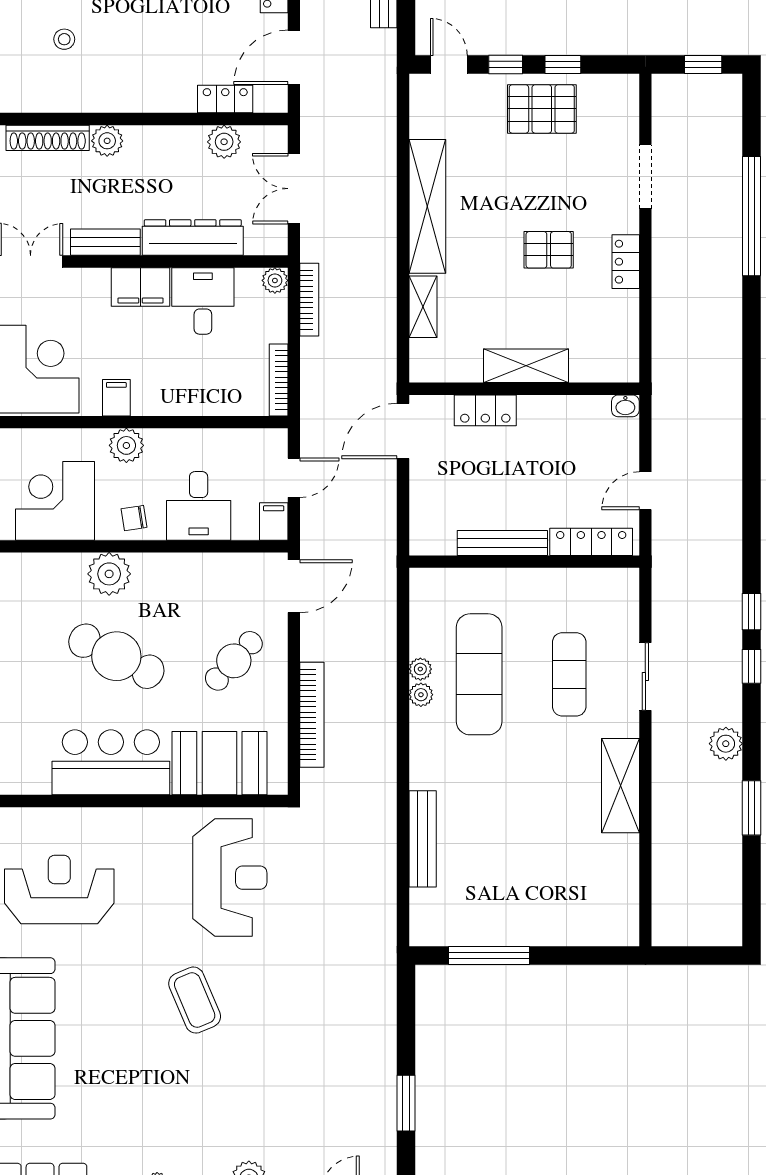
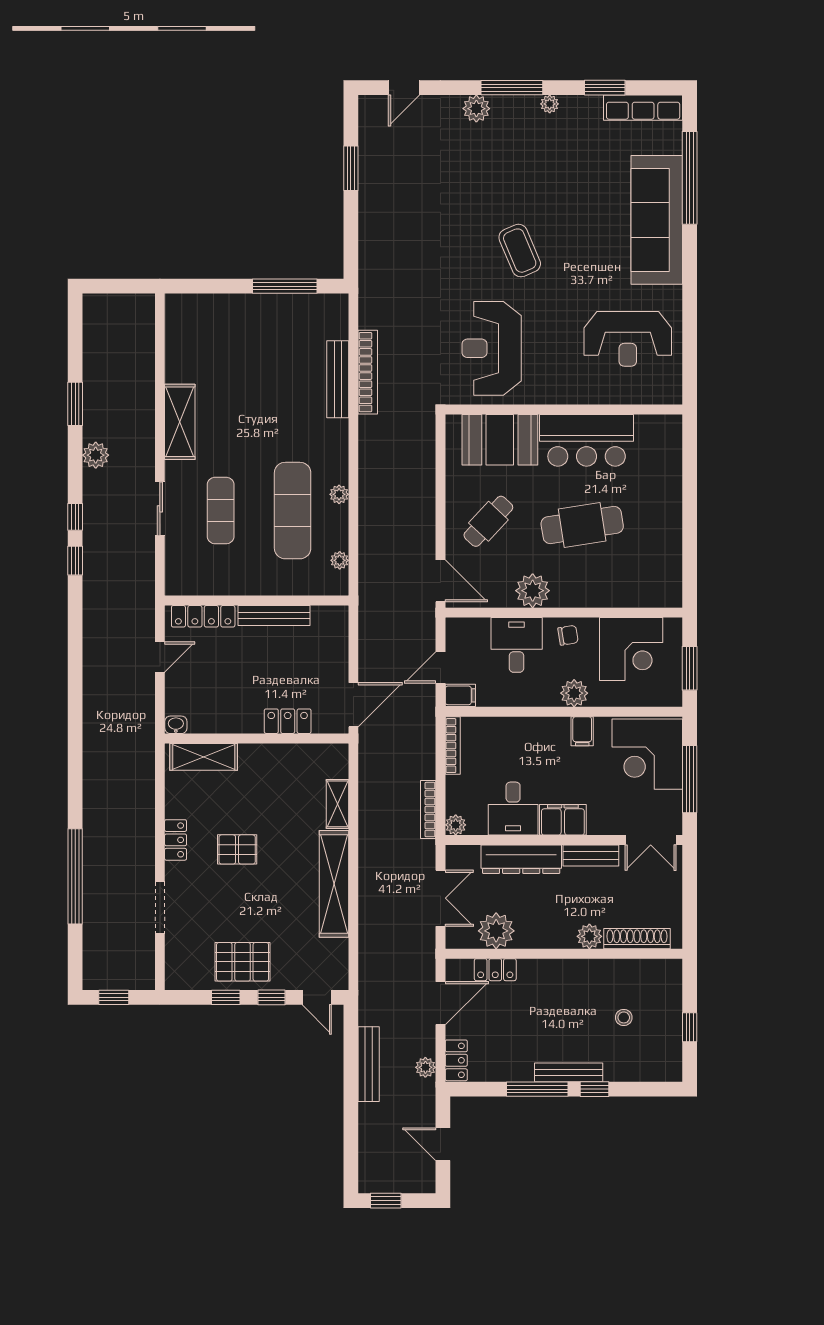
plant: (224, 142) -> (496, 931), width x1.36, depth x1.36
shelving: (526, 366) -> (204, 757), moved
filing cabinet: (274, 522) -> (460, 695), moved, turned -90
plant: (109, 574) -> (533, 591), moved
door: (294, 586) -> (440, 581), swing flipped
cafe table: (116, 656) -> (582, 525), turned -35
plant: (420, 669) -> (340, 560), moved
bookcase: (312, 715) -> (368, 372), moved, turned 180

